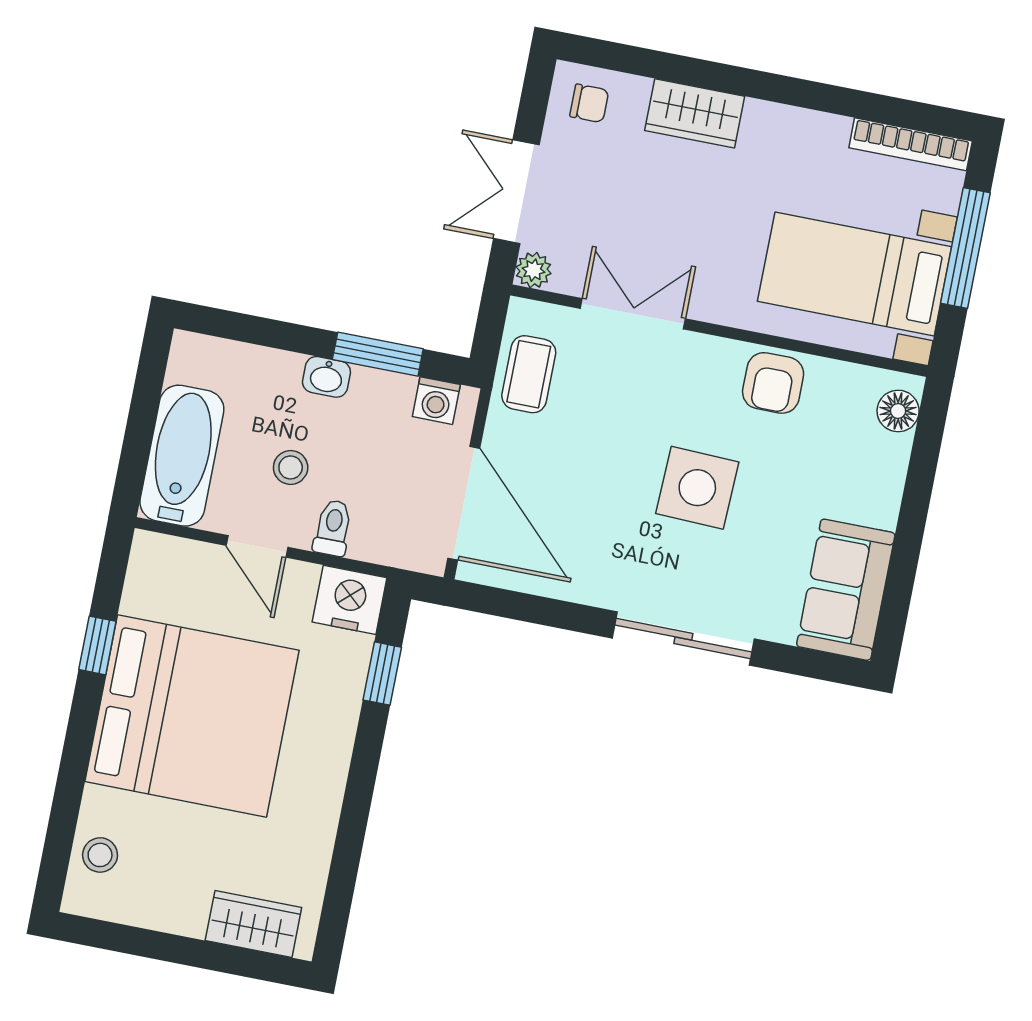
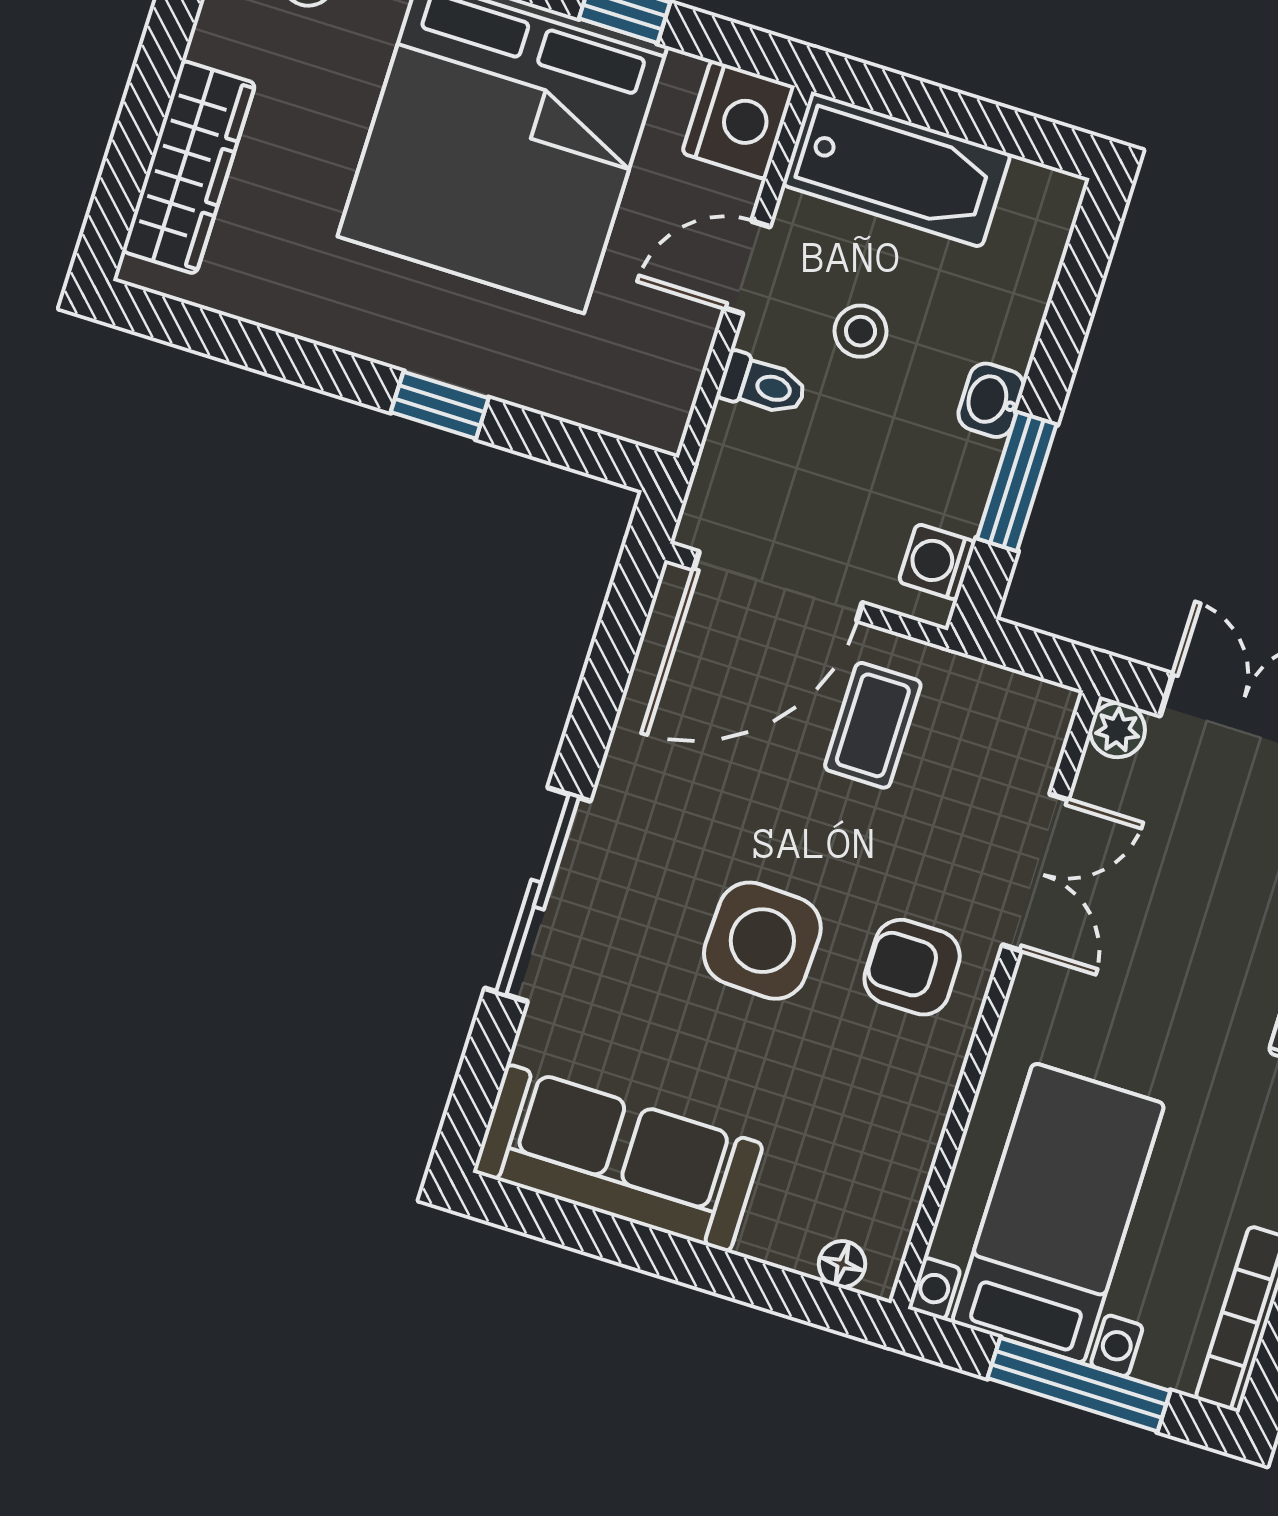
coffee table: (529, 374) -> (873, 725), moved, turned 90
armchair: (773, 383) -> (912, 967), moved
floor lamp: (898, 411) -> (842, 1264), width x0.73, depth x0.73
sofa: (846, 590) -> (618, 1158), width x1.36
nightstand: (350, 600) -> (739, 120), moved
window: (382, 674) -> (440, 405), moved
wardrobe: (253, 924) -> (189, 167), width x1.50

